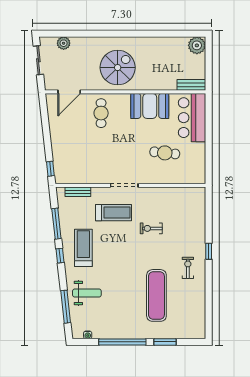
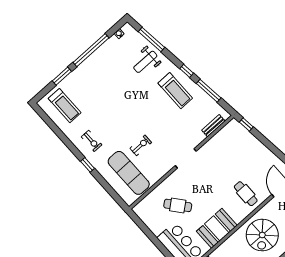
cafe table: (165, 153) -> (178, 205), turned 45
treadmill: (113, 213) -> (65, 106), moved, turned -90
exercise mat: (156, 295) -> (129, 173), moved

